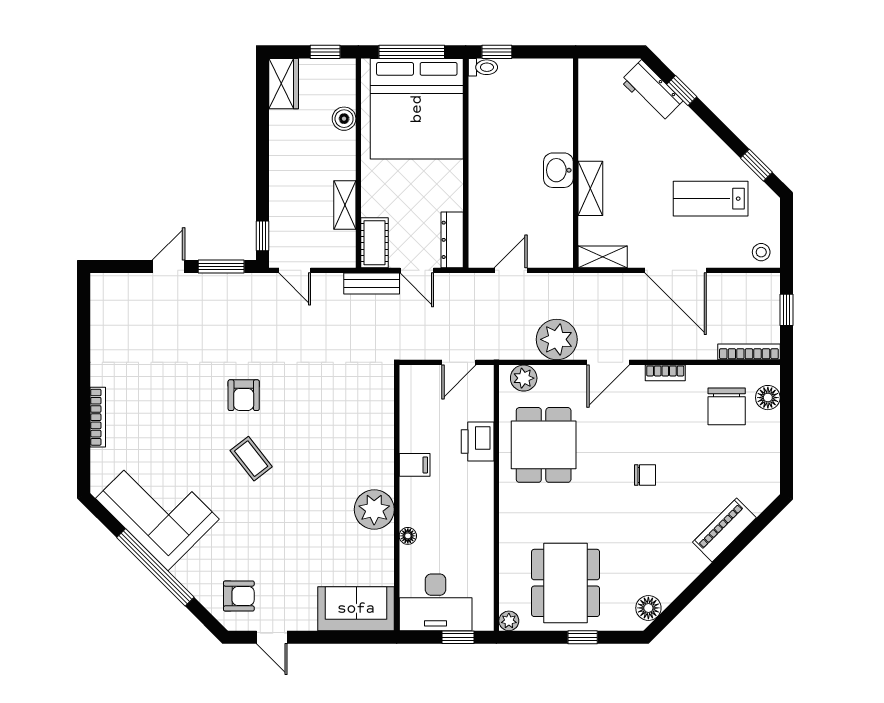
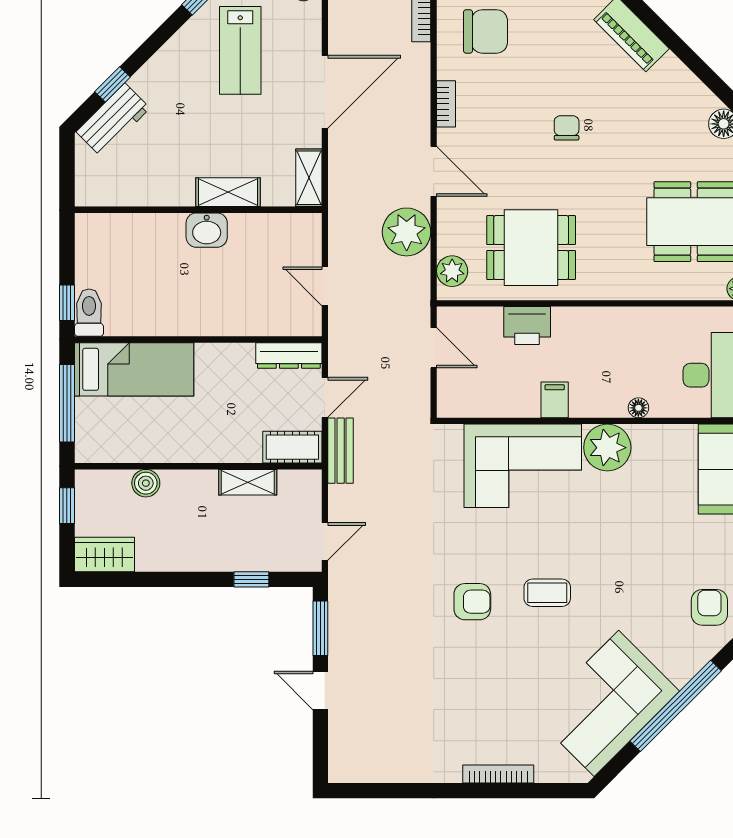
toilet: (483, 67) -> (89, 313), width x1.37, depth x1.39
bed: (417, 109) -> (134, 369), width x0.49
window: (263, 236) -> (251, 579), moved
corner sofa: (359, 438) -> (523, 466), added
coffee table: (251, 459) -> (547, 593), turned 38

